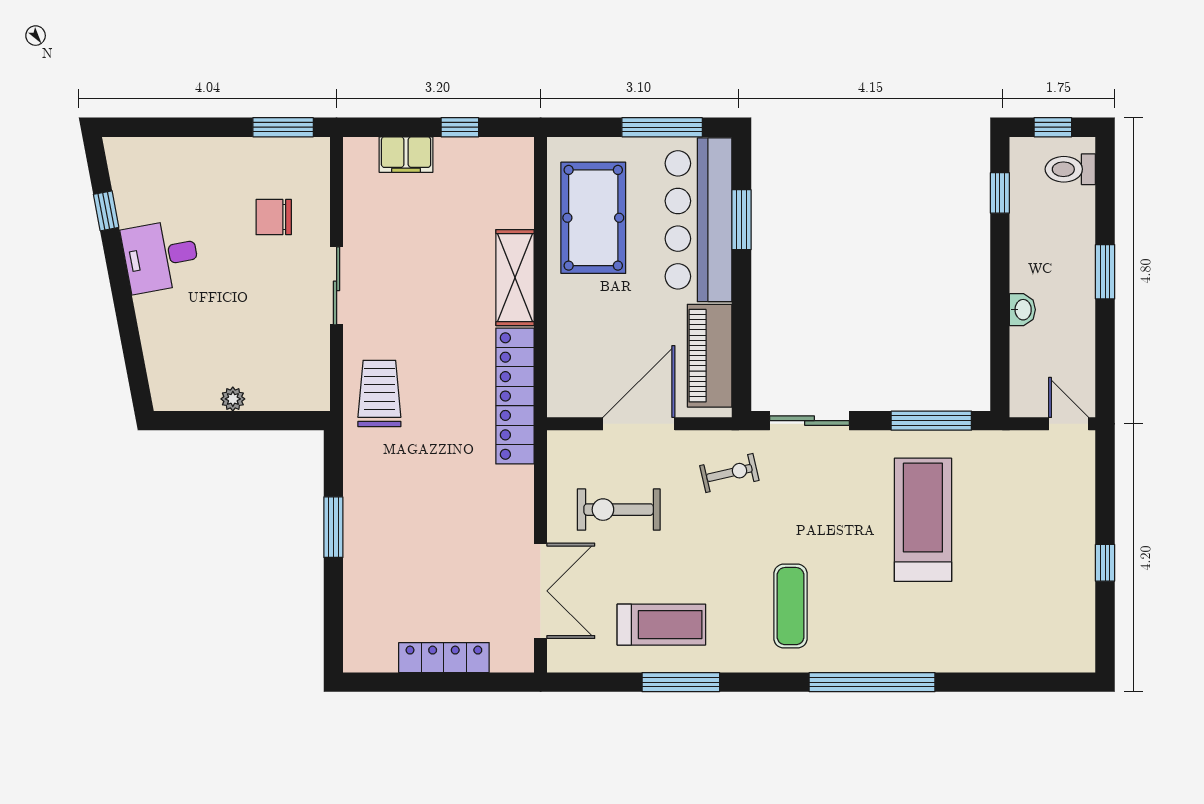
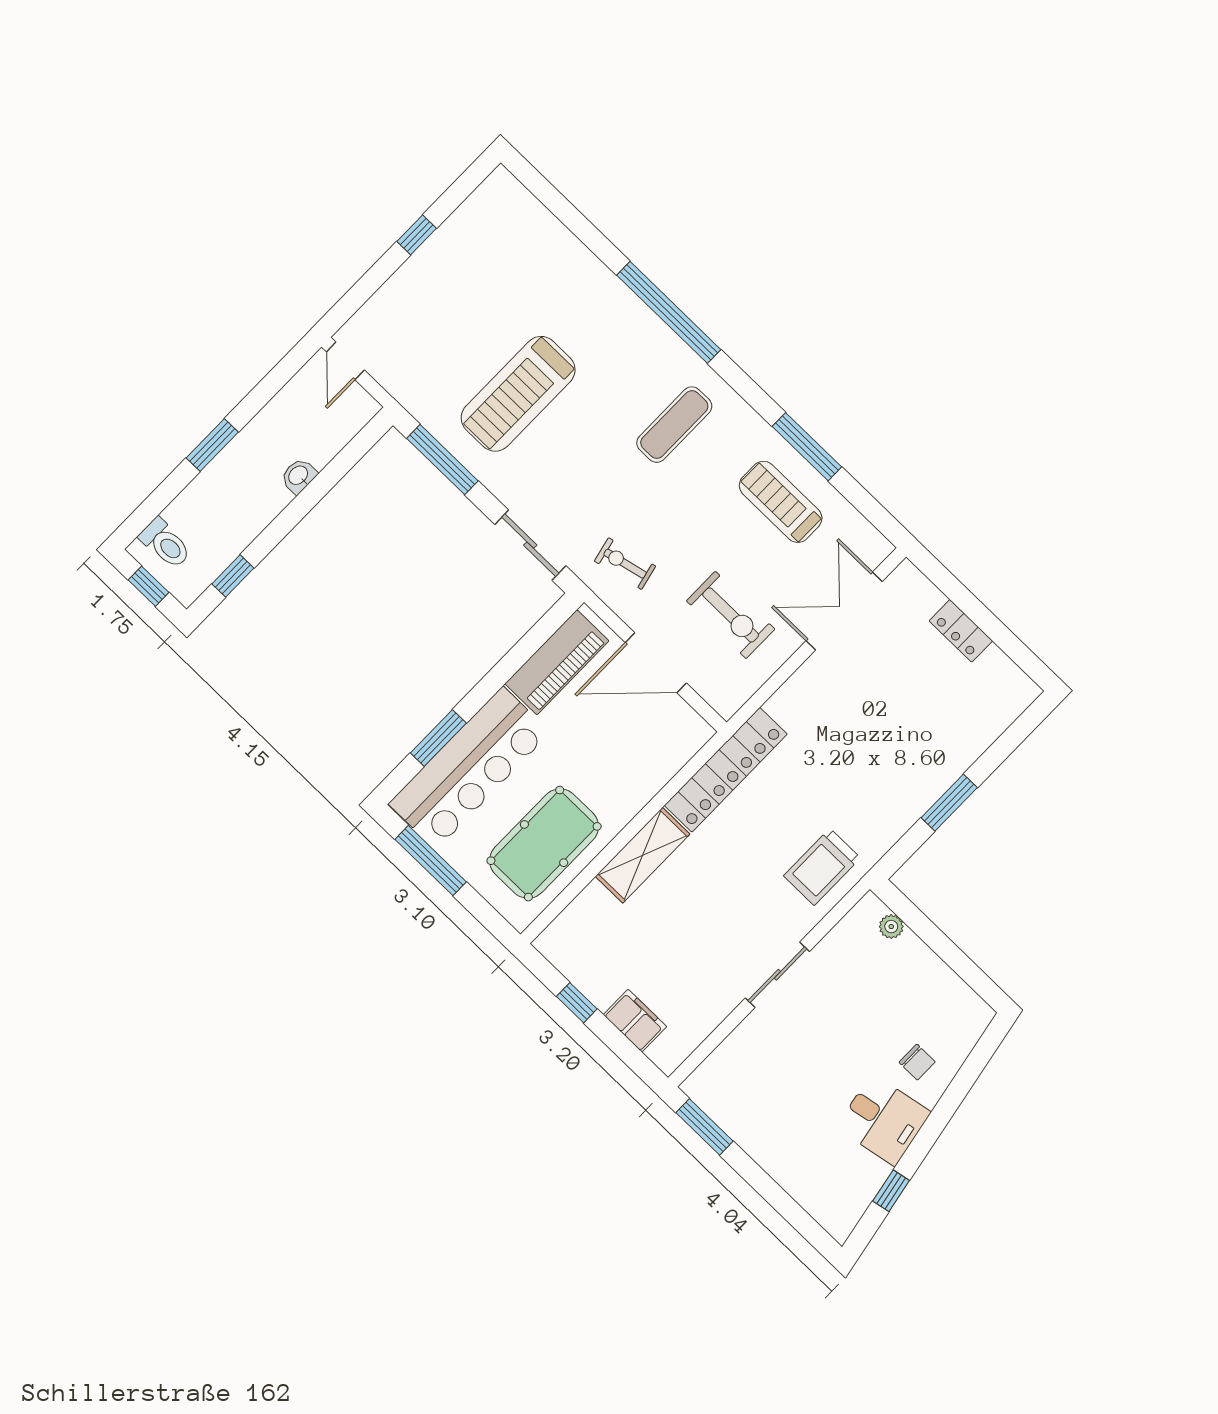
chair: (274, 217) -> (917, 1062), moved, width x0.73, depth x0.73
plant: (233, 399) -> (891, 927), moved
locker: (444, 658) -> (961, 631), width x0.66

